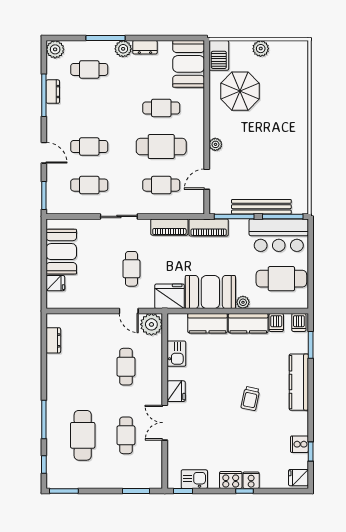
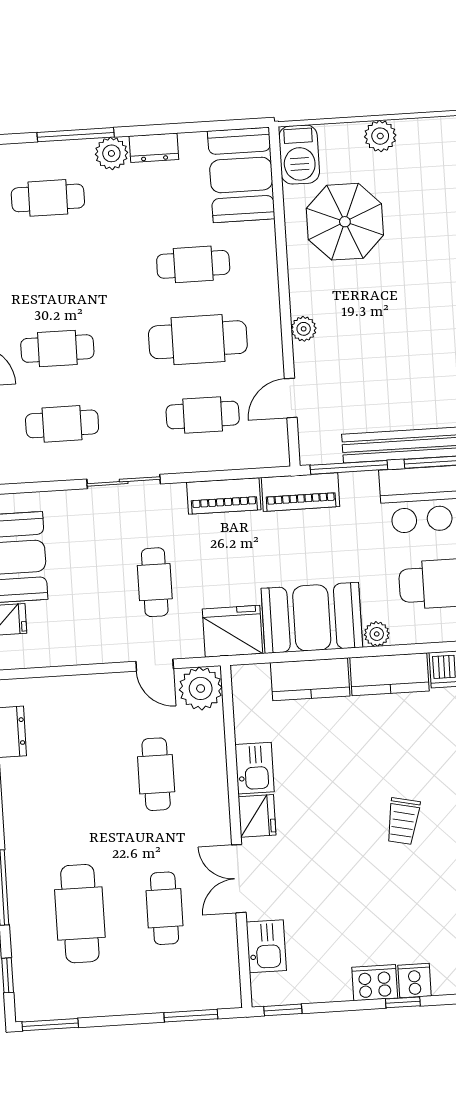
kitchen sink: (176, 354) -> (255, 768), moved
kitchen sink: (194, 479) -> (266, 946), moved, turned 90

